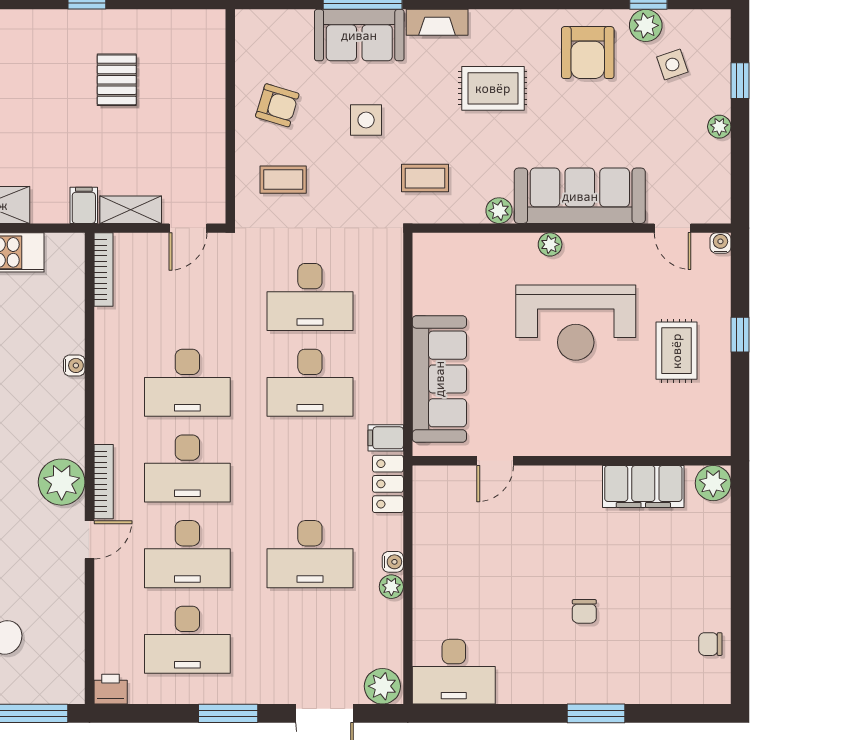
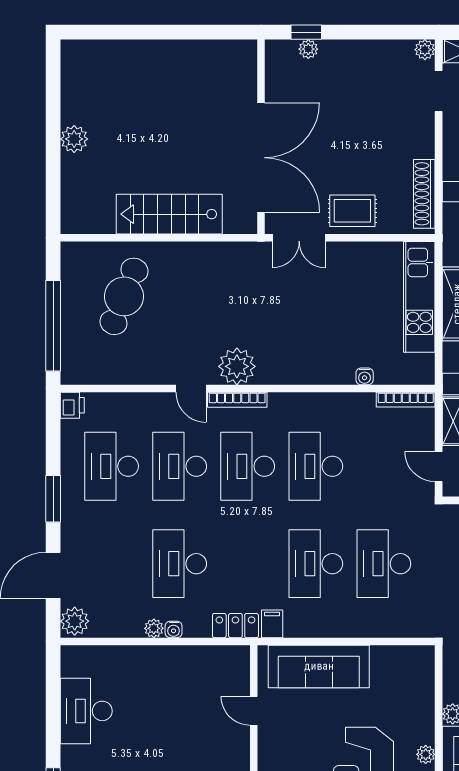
water cooler: (74, 365) -> (365, 376), moved
desk: (454, 672) -> (86, 711), moved

